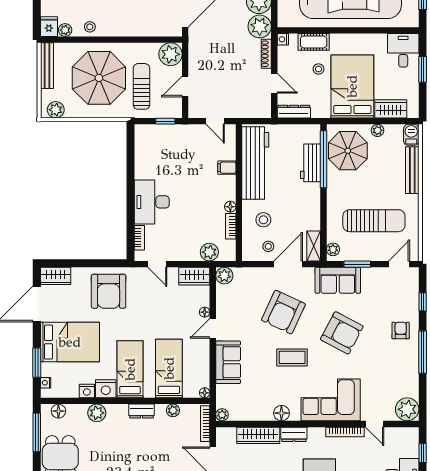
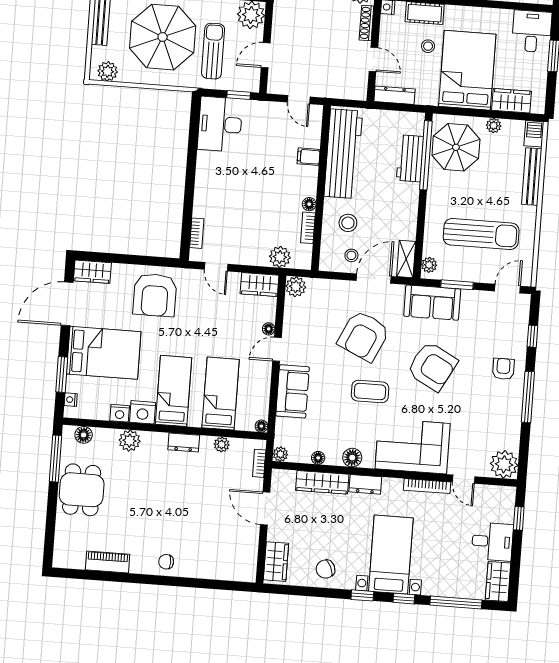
desk: (152, 202) -> (220, 124), moved
floor lamp: (253, 415) -> (318, 458), added
bookcase: (205, 424) -> (259, 463), width x0.64

